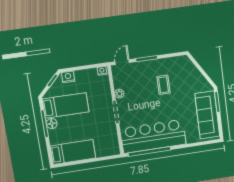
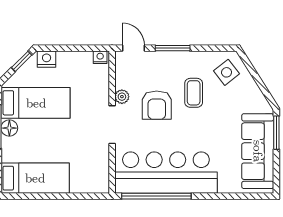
door: (122, 62) -> (133, 48), hinge flipped
side table: (182, 69) -> (227, 72), added
armchair: (142, 96) -> (157, 105), added

